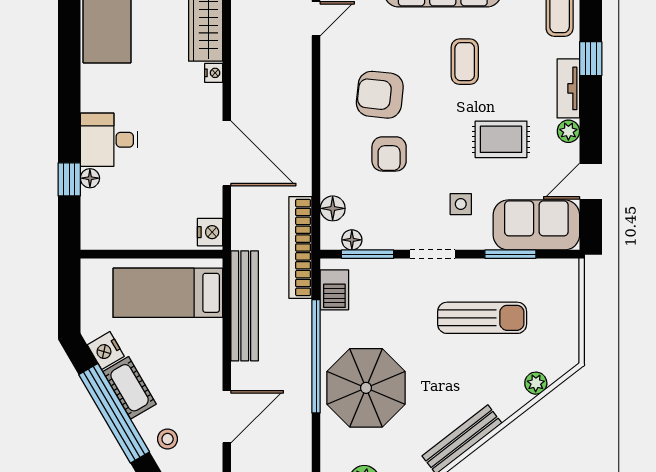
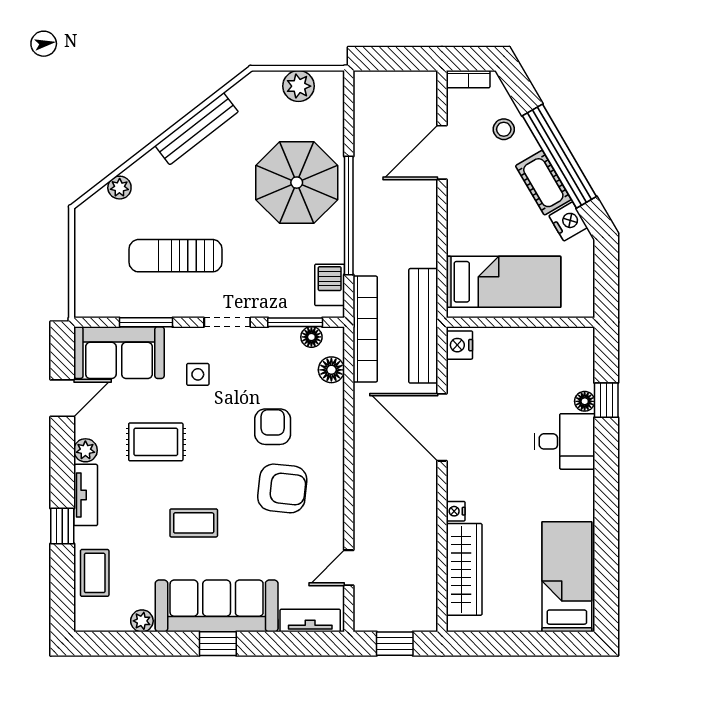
coffee table: (465, 62) -> (194, 523), turned 90
bench: (245, 306) -> (423, 326), moved

